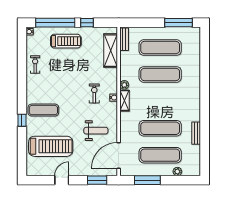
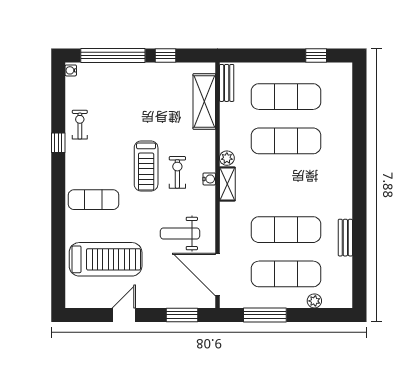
window: (178, 23) -> (316, 56), width x0.46
treadmill: (66, 41) -> (146, 166), moved, turned 90
window: (22, 120) -> (58, 143), moved
weight bench: (96, 131) -> (180, 234), turned 180
door: (119, 155) -> (217, 274), hinge flipped

